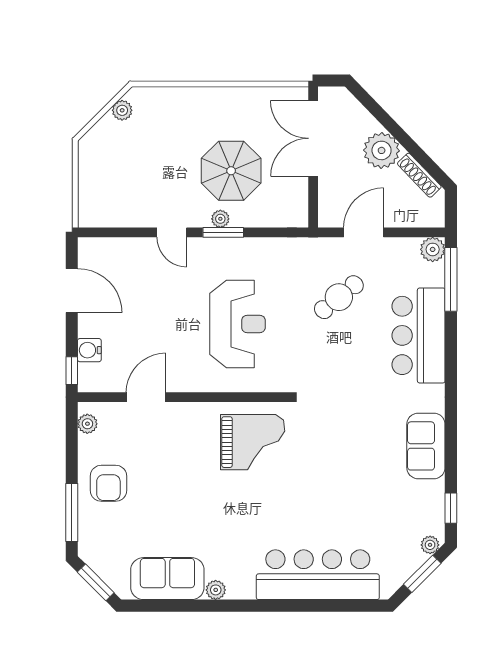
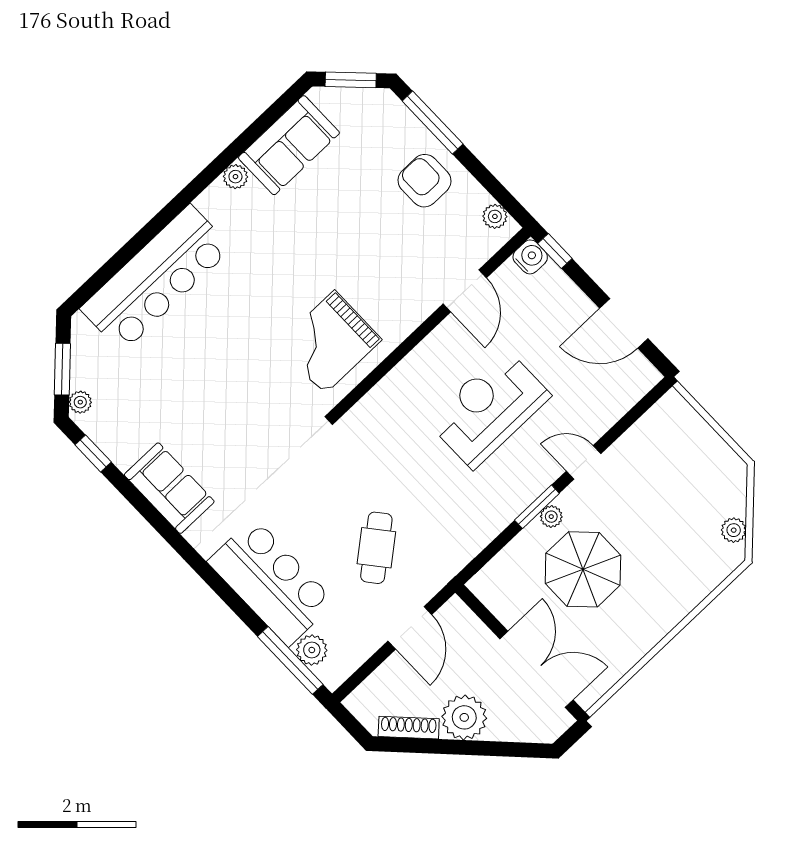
plant: (433, 249) -> (312, 650), moved
reception desk: (237, 324) -> (489, 408), moved, turned 90
water cooler: (89, 350) -> (530, 257), moved

